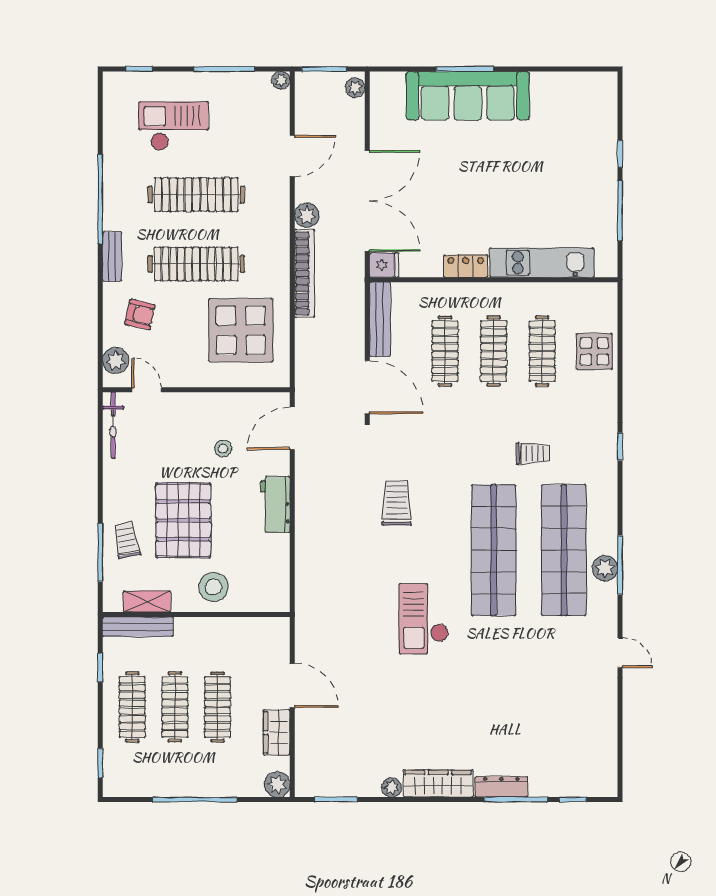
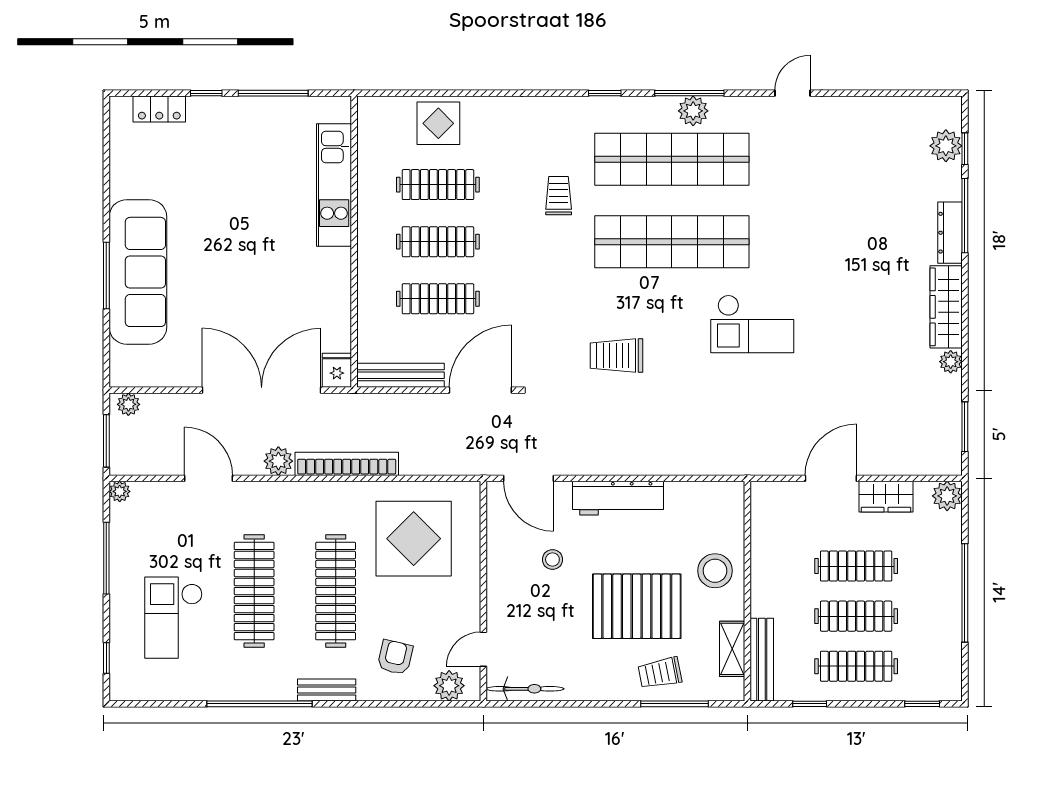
locker: (466, 266) -> (159, 109), moved, turned -90
window: (620, 447) -> (605, 93), moved
workbench: (275, 504) -> (618, 498), width x1.38
plant: (575, 783) -> (946, 146), added

